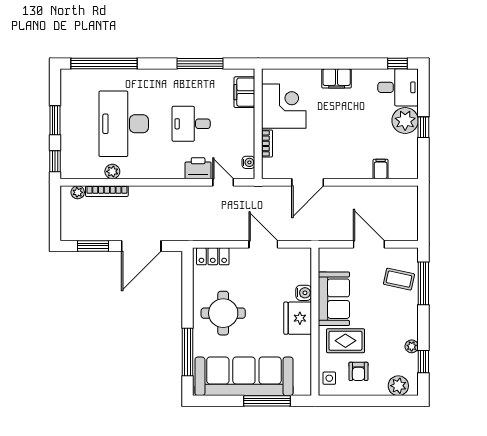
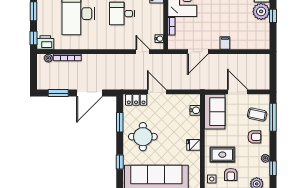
printer: (198, 168) -> (45, 42), moved
filing cabinet: (381, 169) -> (225, 43), moved
plant: (112, 171) -> (71, 45), removed
door: (263, 244) -> (157, 92), moved
window: (188, 291) -> (120, 122), added
water cooler: (304, 293) -> (195, 110), moved
sofa: (334, 299) -> (215, 112), moved
armchair: (395, 313) -> (254, 137), added
fridge: (298, 318) -> (194, 145), width x0.53, depth x0.75
window: (188, 352) -> (120, 162), width x0.46

